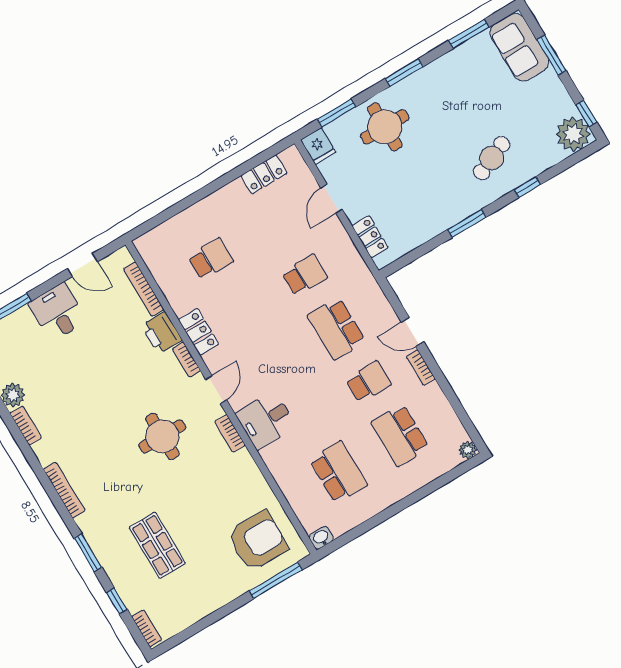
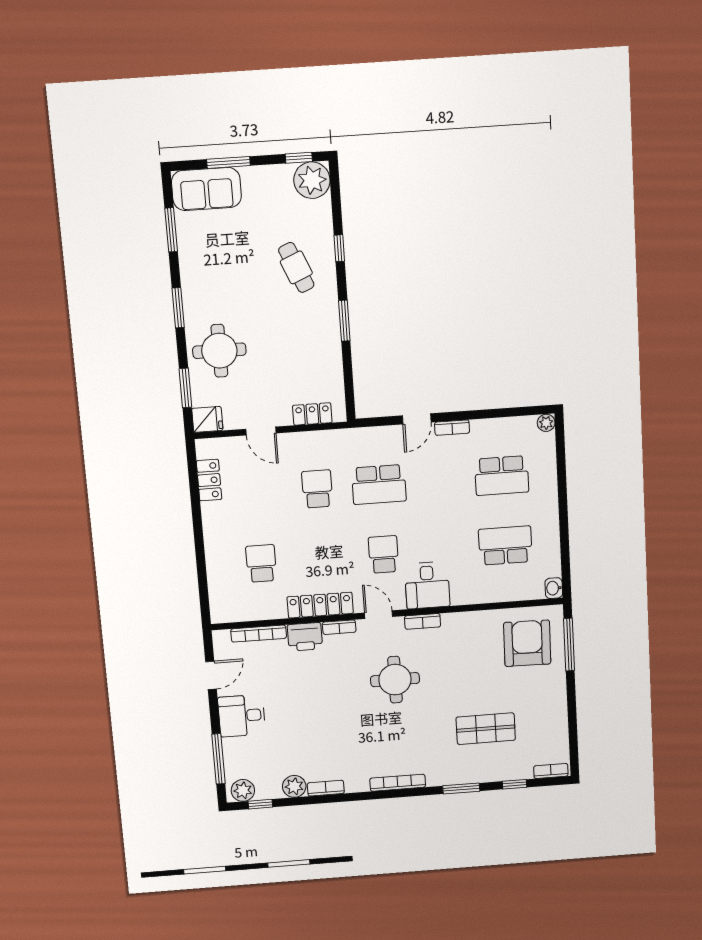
locker: (199, 332) -> (320, 605), width x1.53
school desk: (368, 382) -> (384, 554), moved

